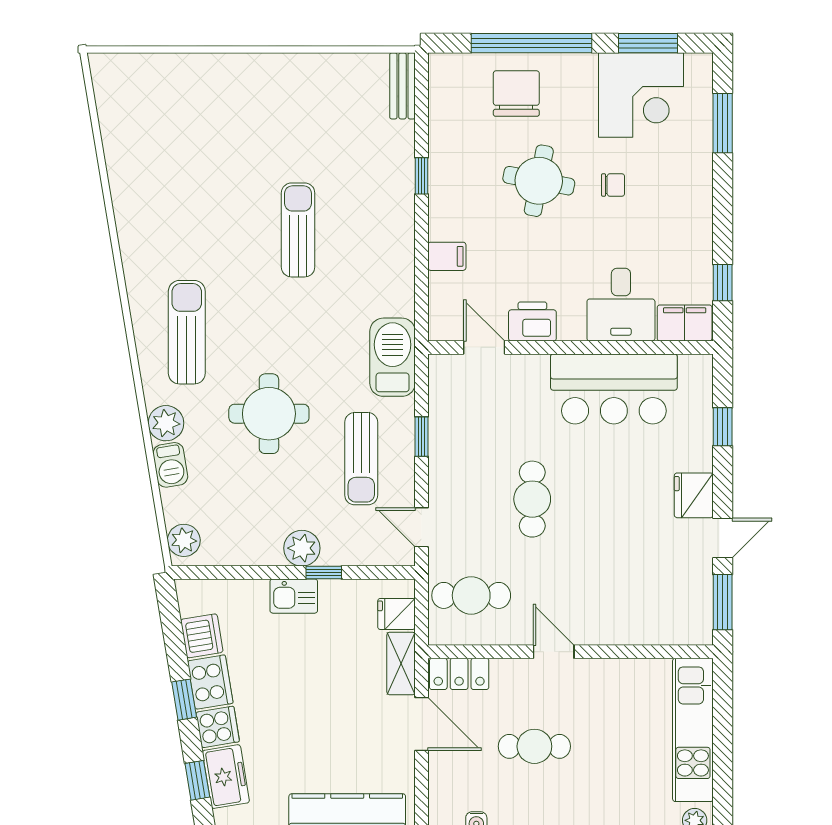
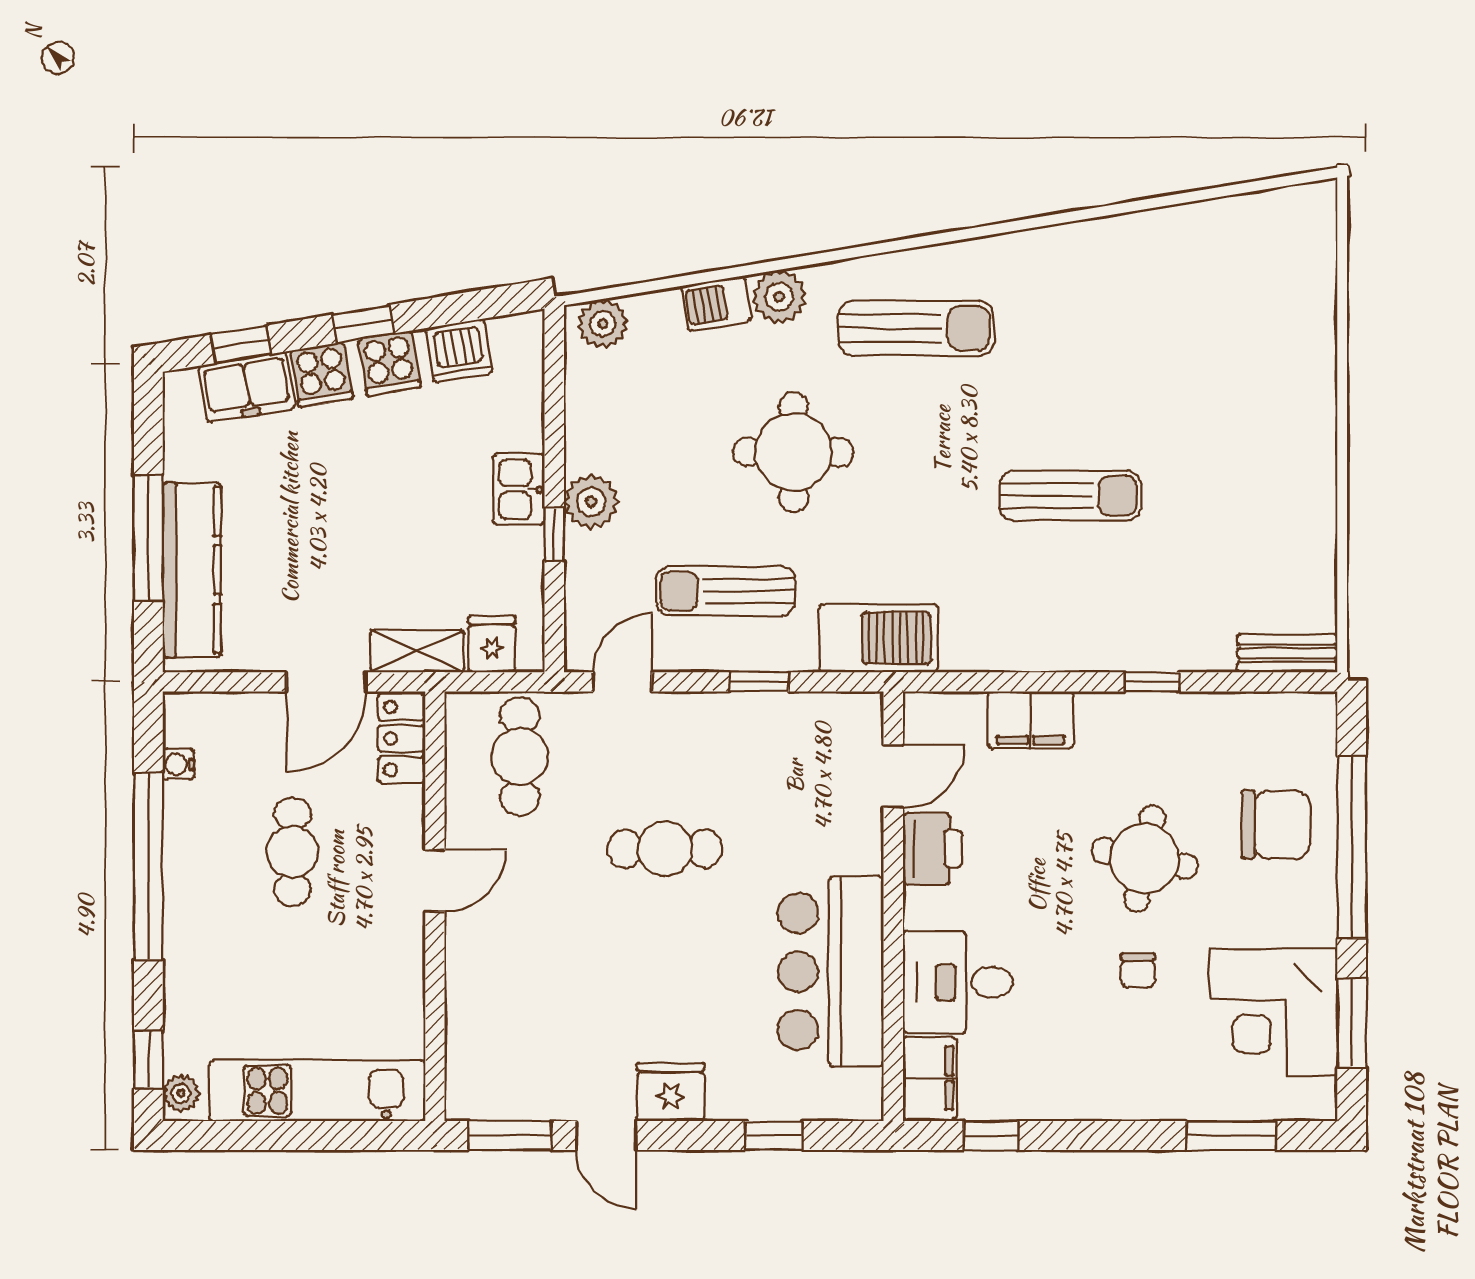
filing cabinet: (447, 256) -> (1031, 720), width x2.00
cooker: (210, 682) -> (389, 363), width x0.73

